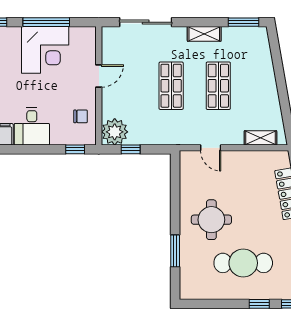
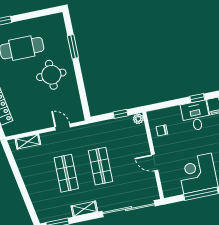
sliding door: (146, 22) -> (129, 209), width x1.36
door: (99, 76) -> (155, 162), hinge flipped
plant: (115, 132) -> (138, 119), width x0.53, depth x0.53
window: (75, 149) -> (197, 98), moved

